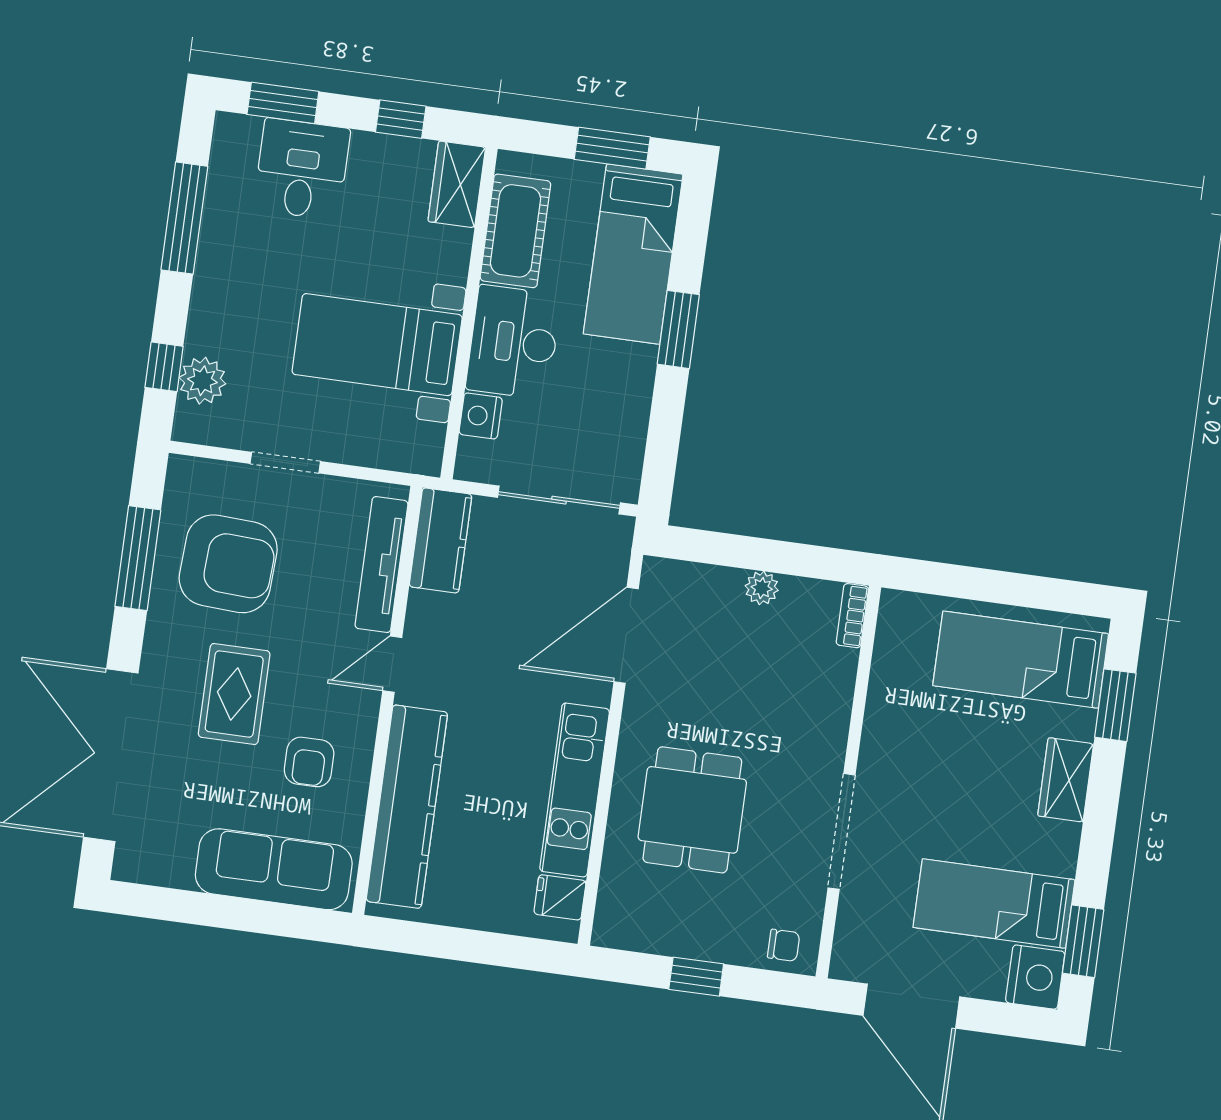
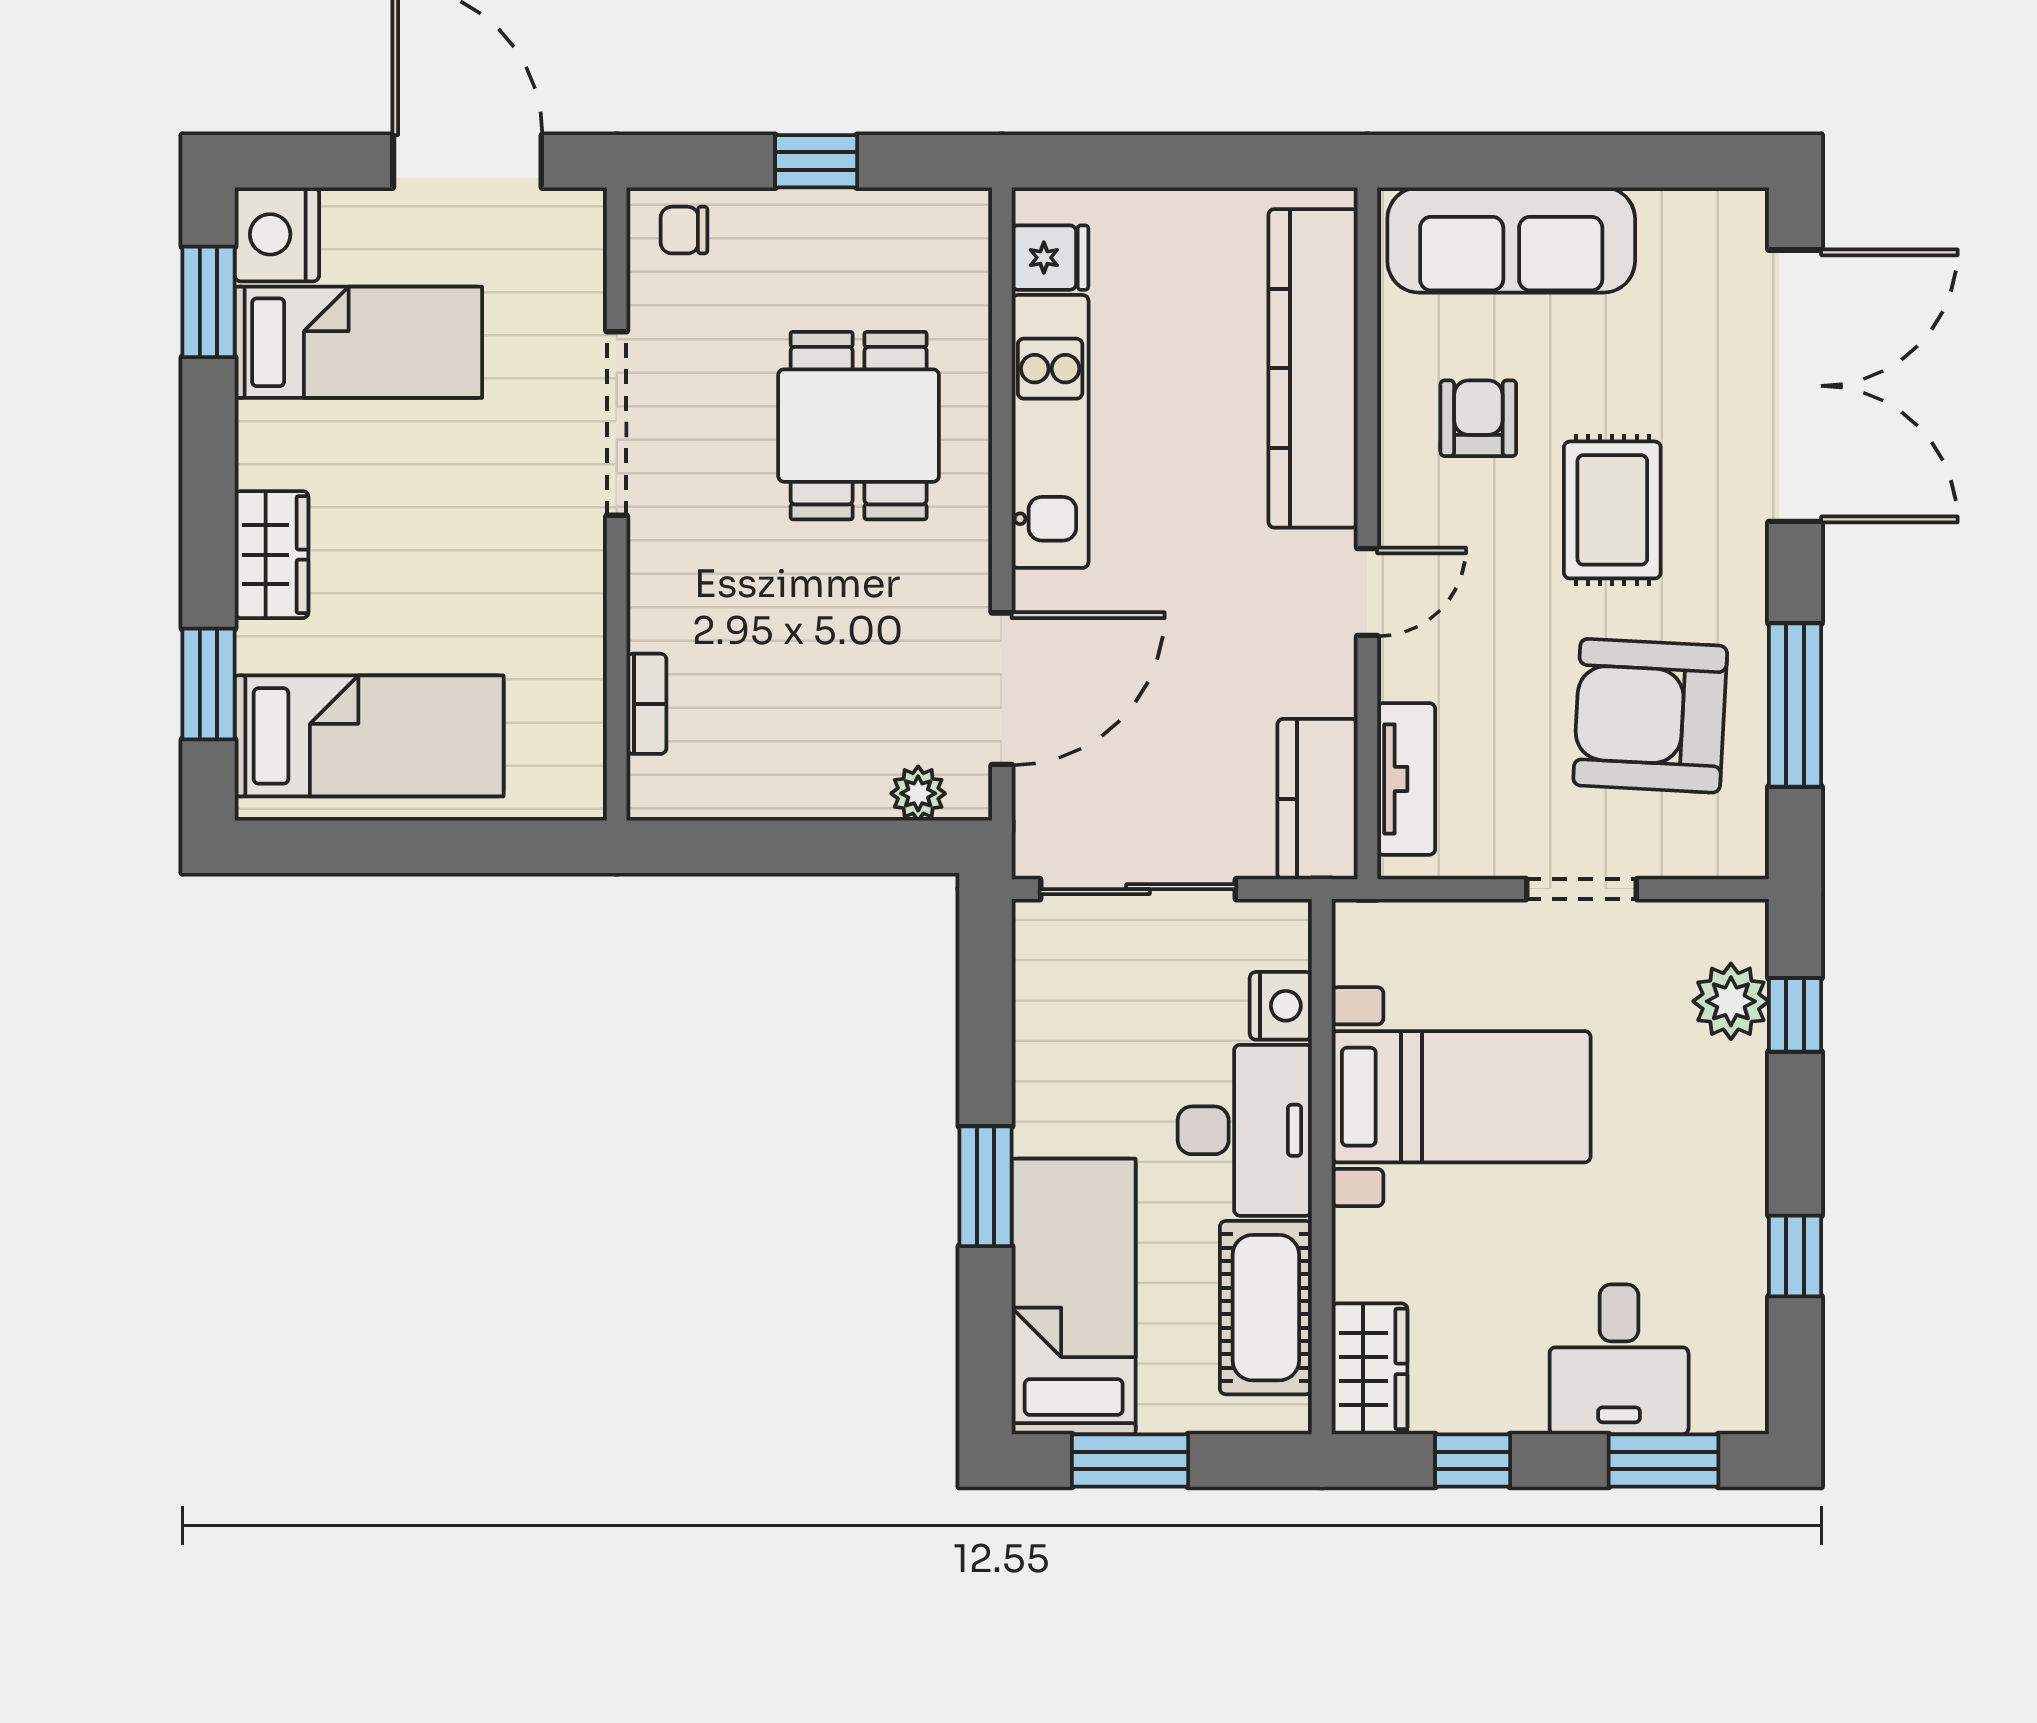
window: (184, 218) -> (1795, 1256), width x0.46
tv unit: (381, 565) -> (1406, 779), width x0.71
plant: (762, 588) -> (918, 793), moved
bookcase: (852, 616) -> (646, 704), moved

